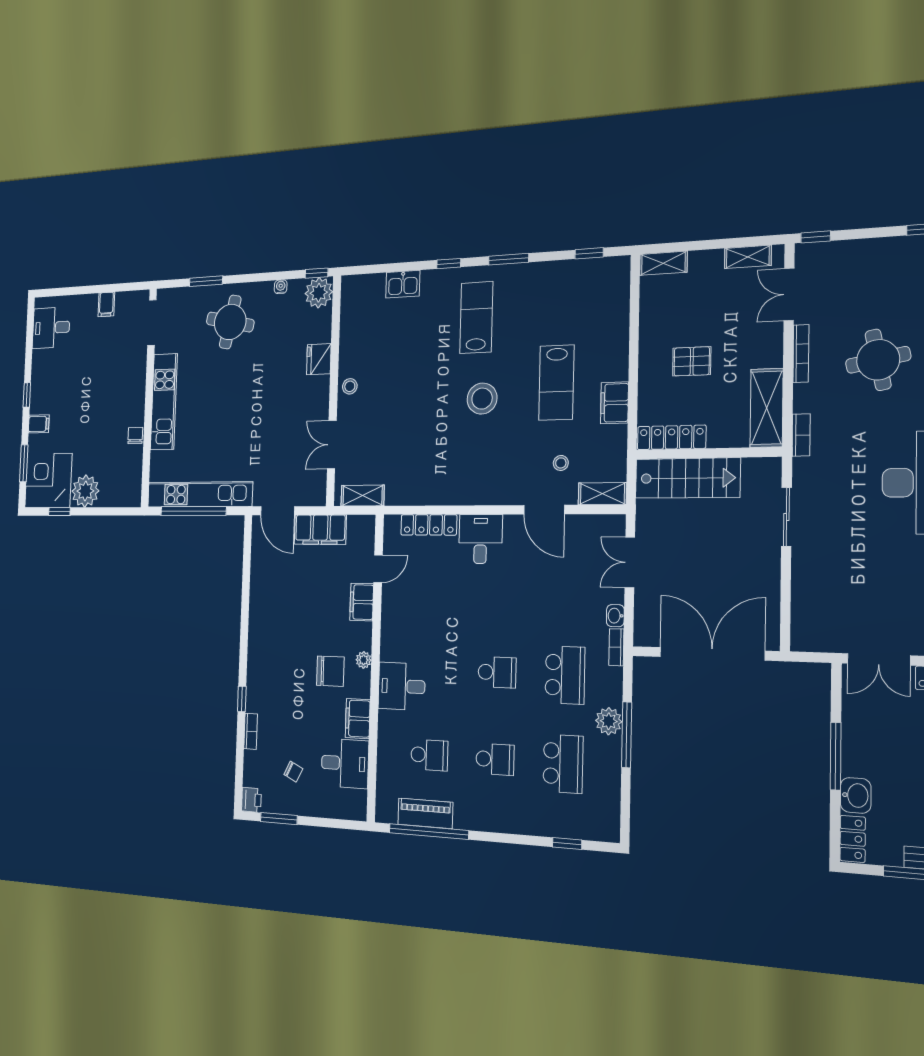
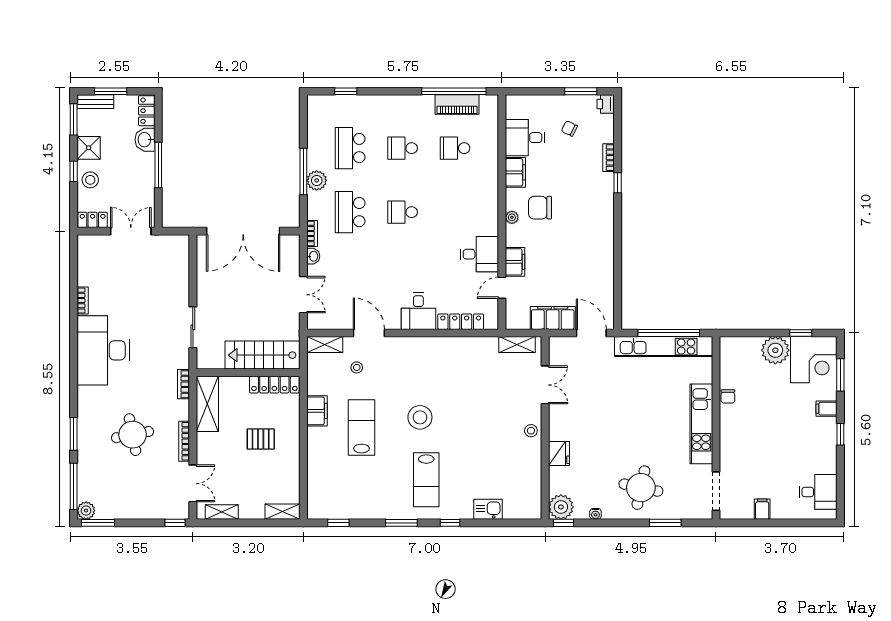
desk: (402, 686) -> (479, 254), moved

